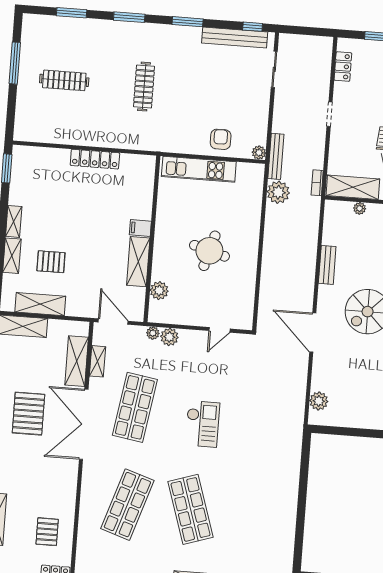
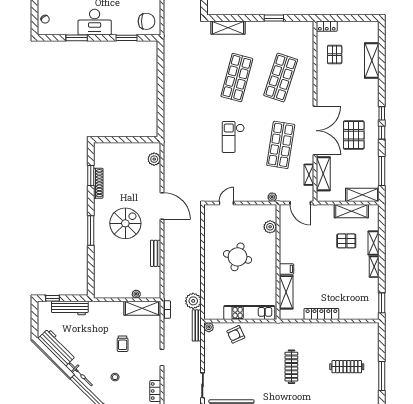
armchair: (221, 139) -> (236, 334), turned 65
shelving: (138, 262) -> (286, 292), moved
plant: (169, 337) -> (261, 195), removed
shop shelf: (191, 509) -> (237, 78), turned 33

